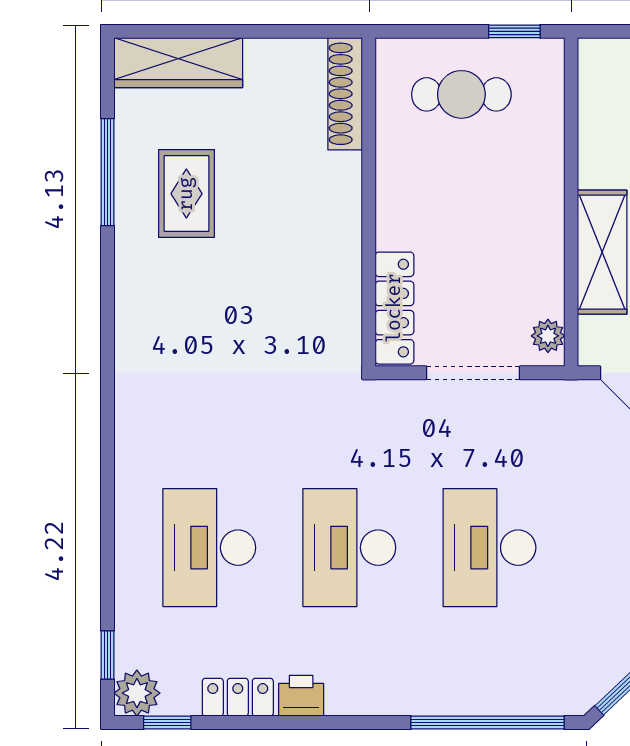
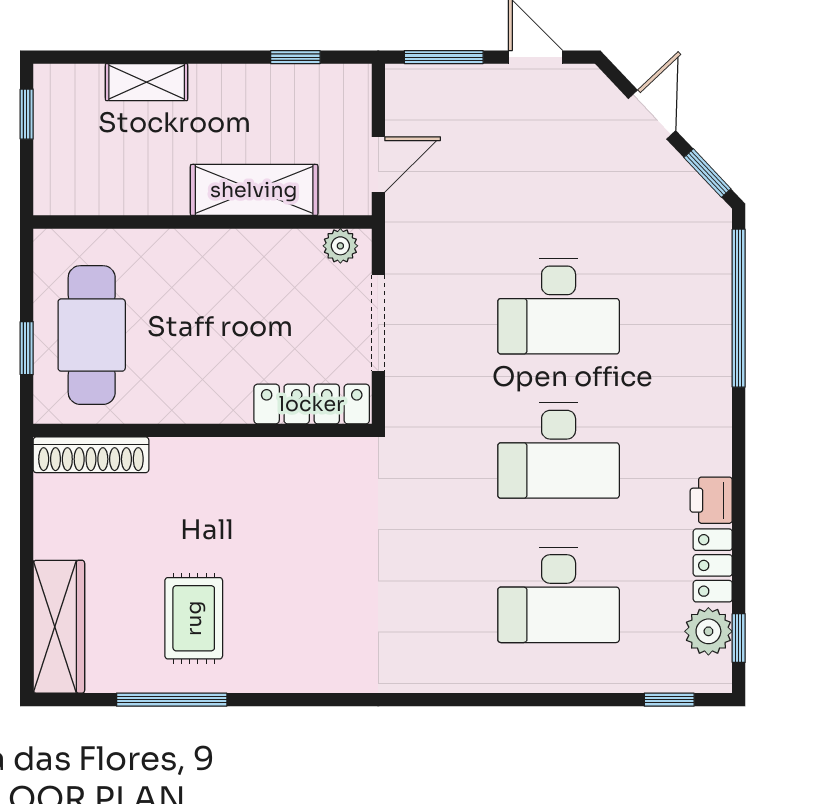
window: (514, 31) -> (27, 348), moved
cafe table: (461, 94) -> (92, 335), width x1.37, depth x1.35
rug: (186, 194) -> (194, 618), turned 90
plant: (137, 693) -> (708, 631), moved

